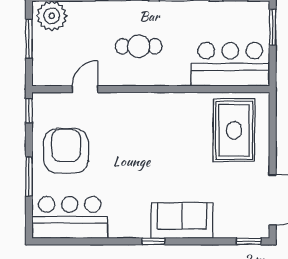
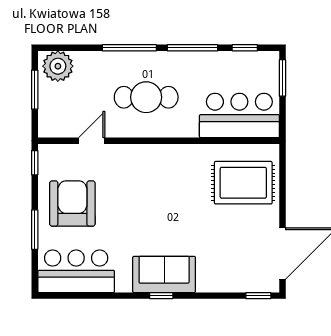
cafe table: (139, 46) -> (146, 97), width x1.37, depth x1.35
rug: (234, 130) -> (243, 183), turned 90
sofa: (182, 220) -> (164, 274), moved

